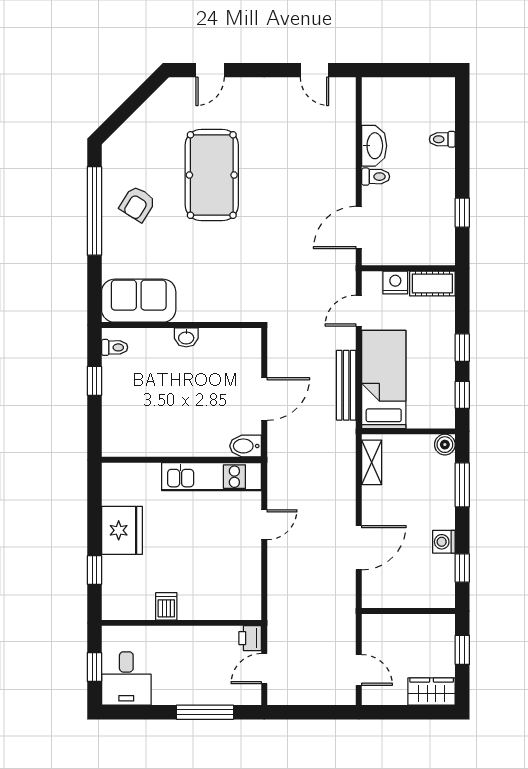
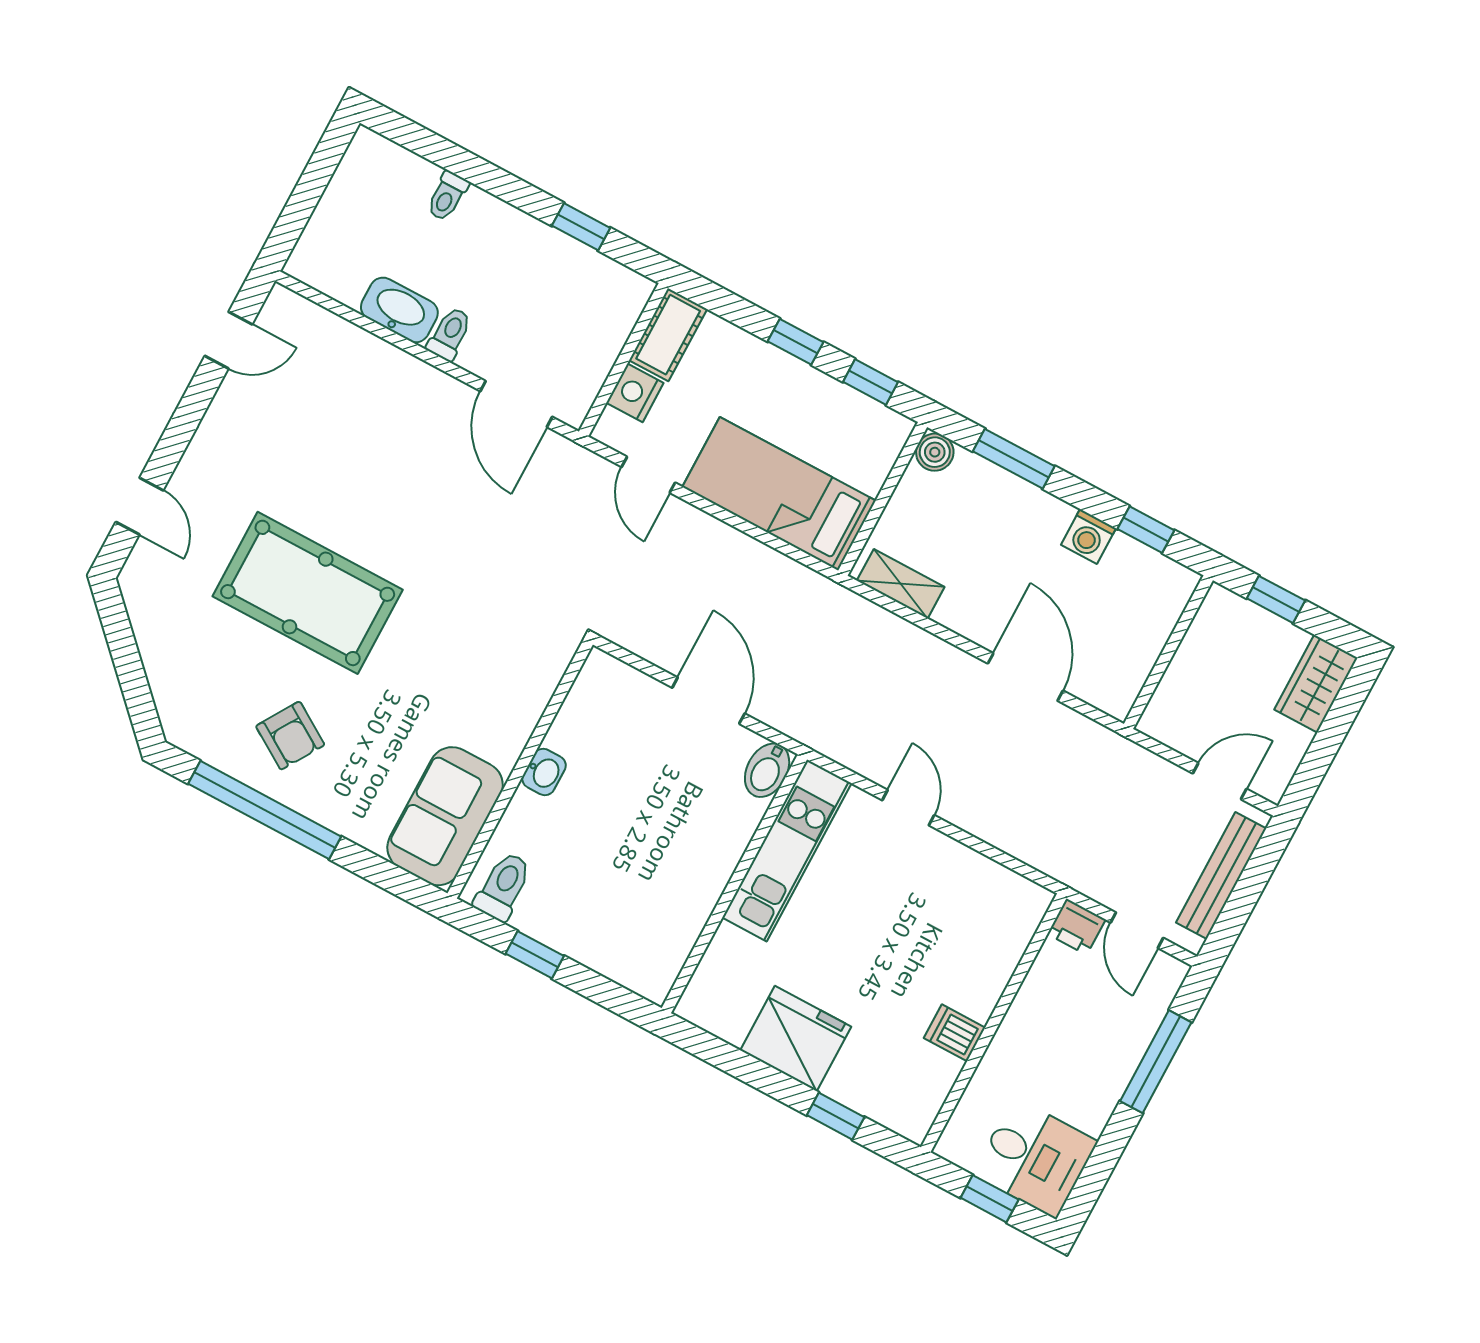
toilet: (115, 347) -> (503, 886), width x1.37, depth x1.39
bench: (346, 385) -> (1221, 876), moved, turned 90

